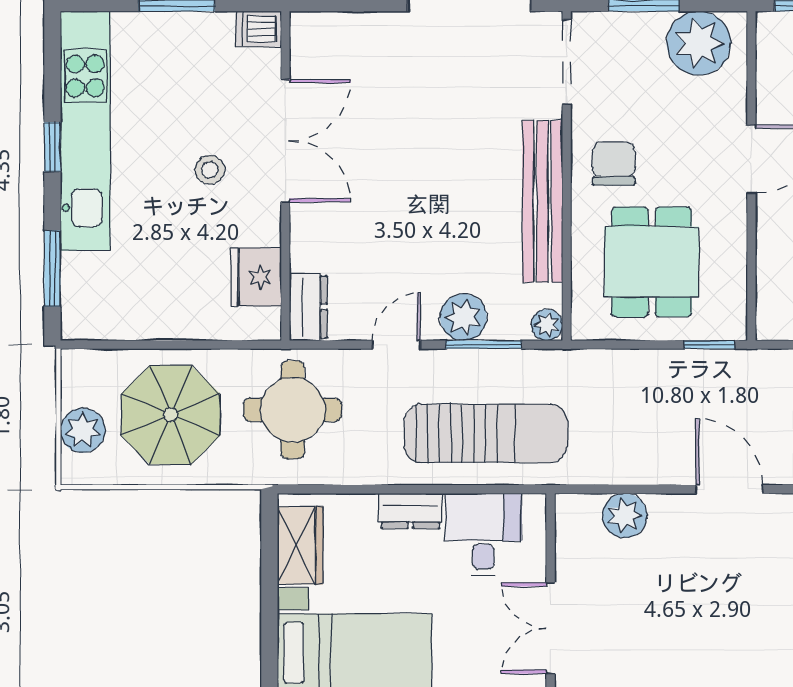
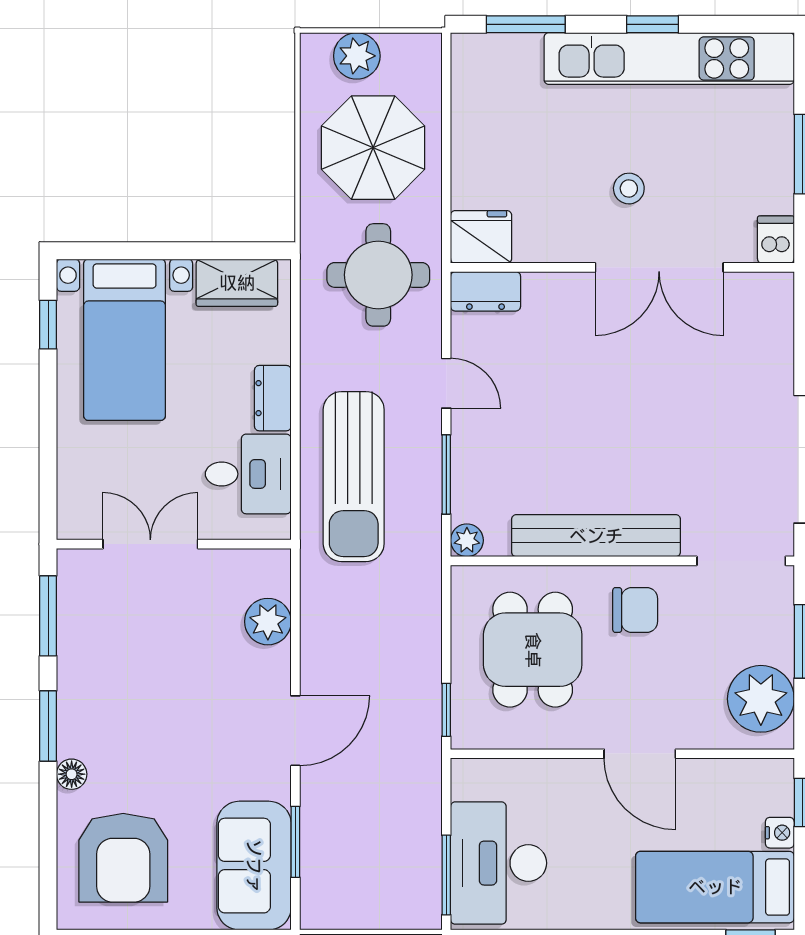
dining table: (652, 262) -> (533, 650), turned 90
fridge: (256, 277) -> (481, 237), moved
plant: (463, 317) -> (475, 453), removed

